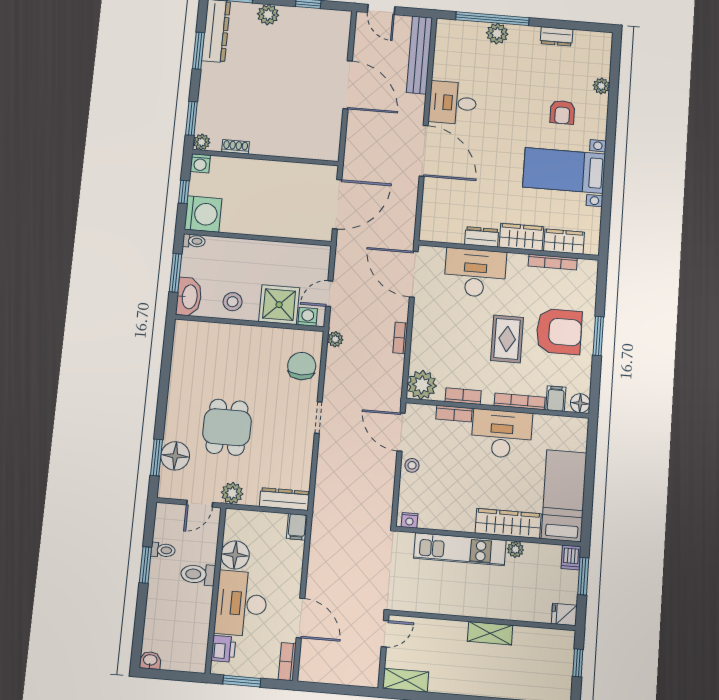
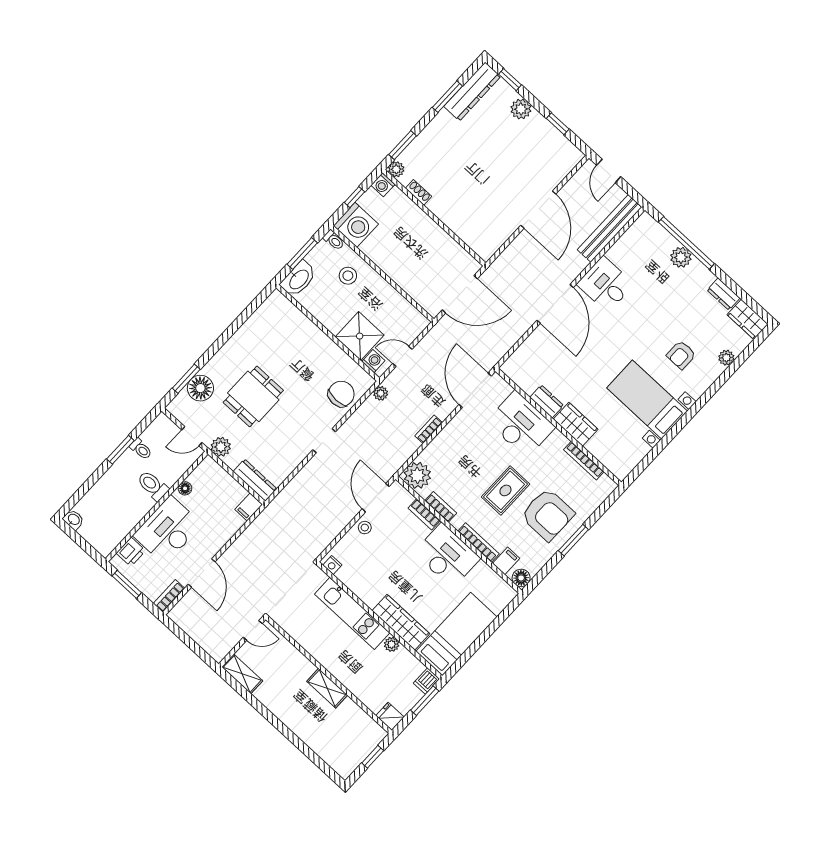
wardrobe: (564, 242) -> (748, 319), moved, turned 180
stool: (233, 302) -> (348, 276), moved
floor lamp: (235, 555) -> (185, 488), width x0.53, depth x0.53

